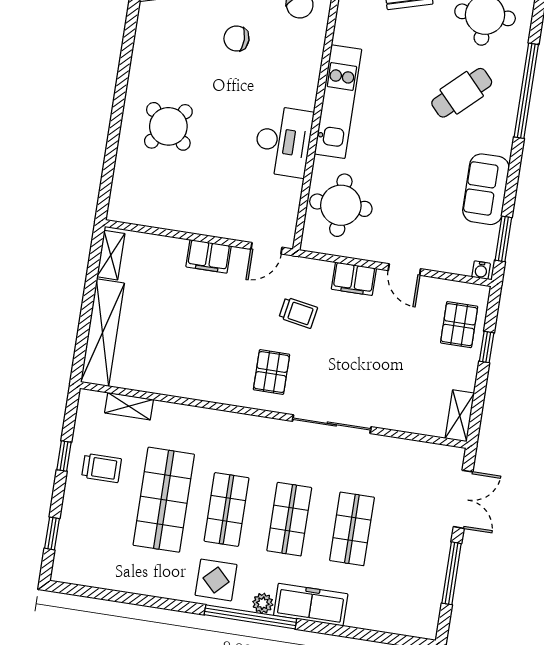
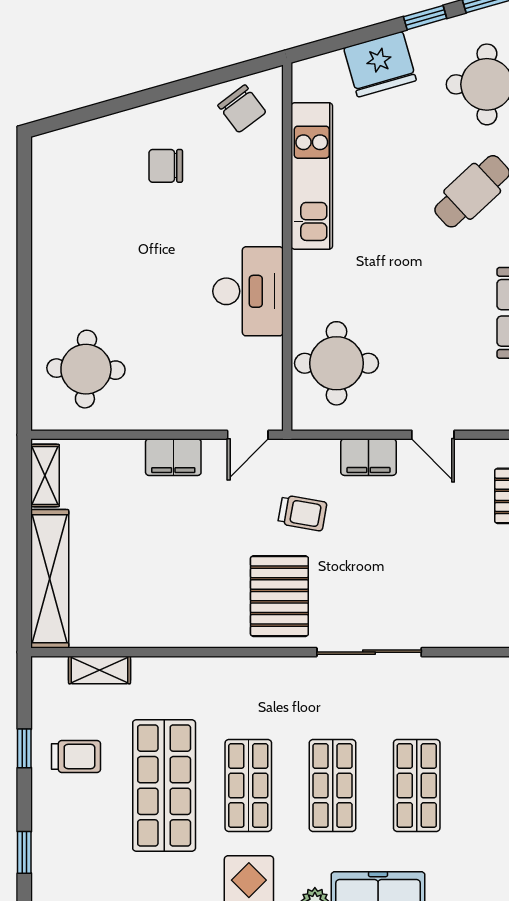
kitchen unit: (338, 102) -> (312, 176), moved
round table: (168, 126) -> (86, 369), moved, turned -38
pallet: (272, 372) -> (279, 596), width x1.50, depth x1.42

